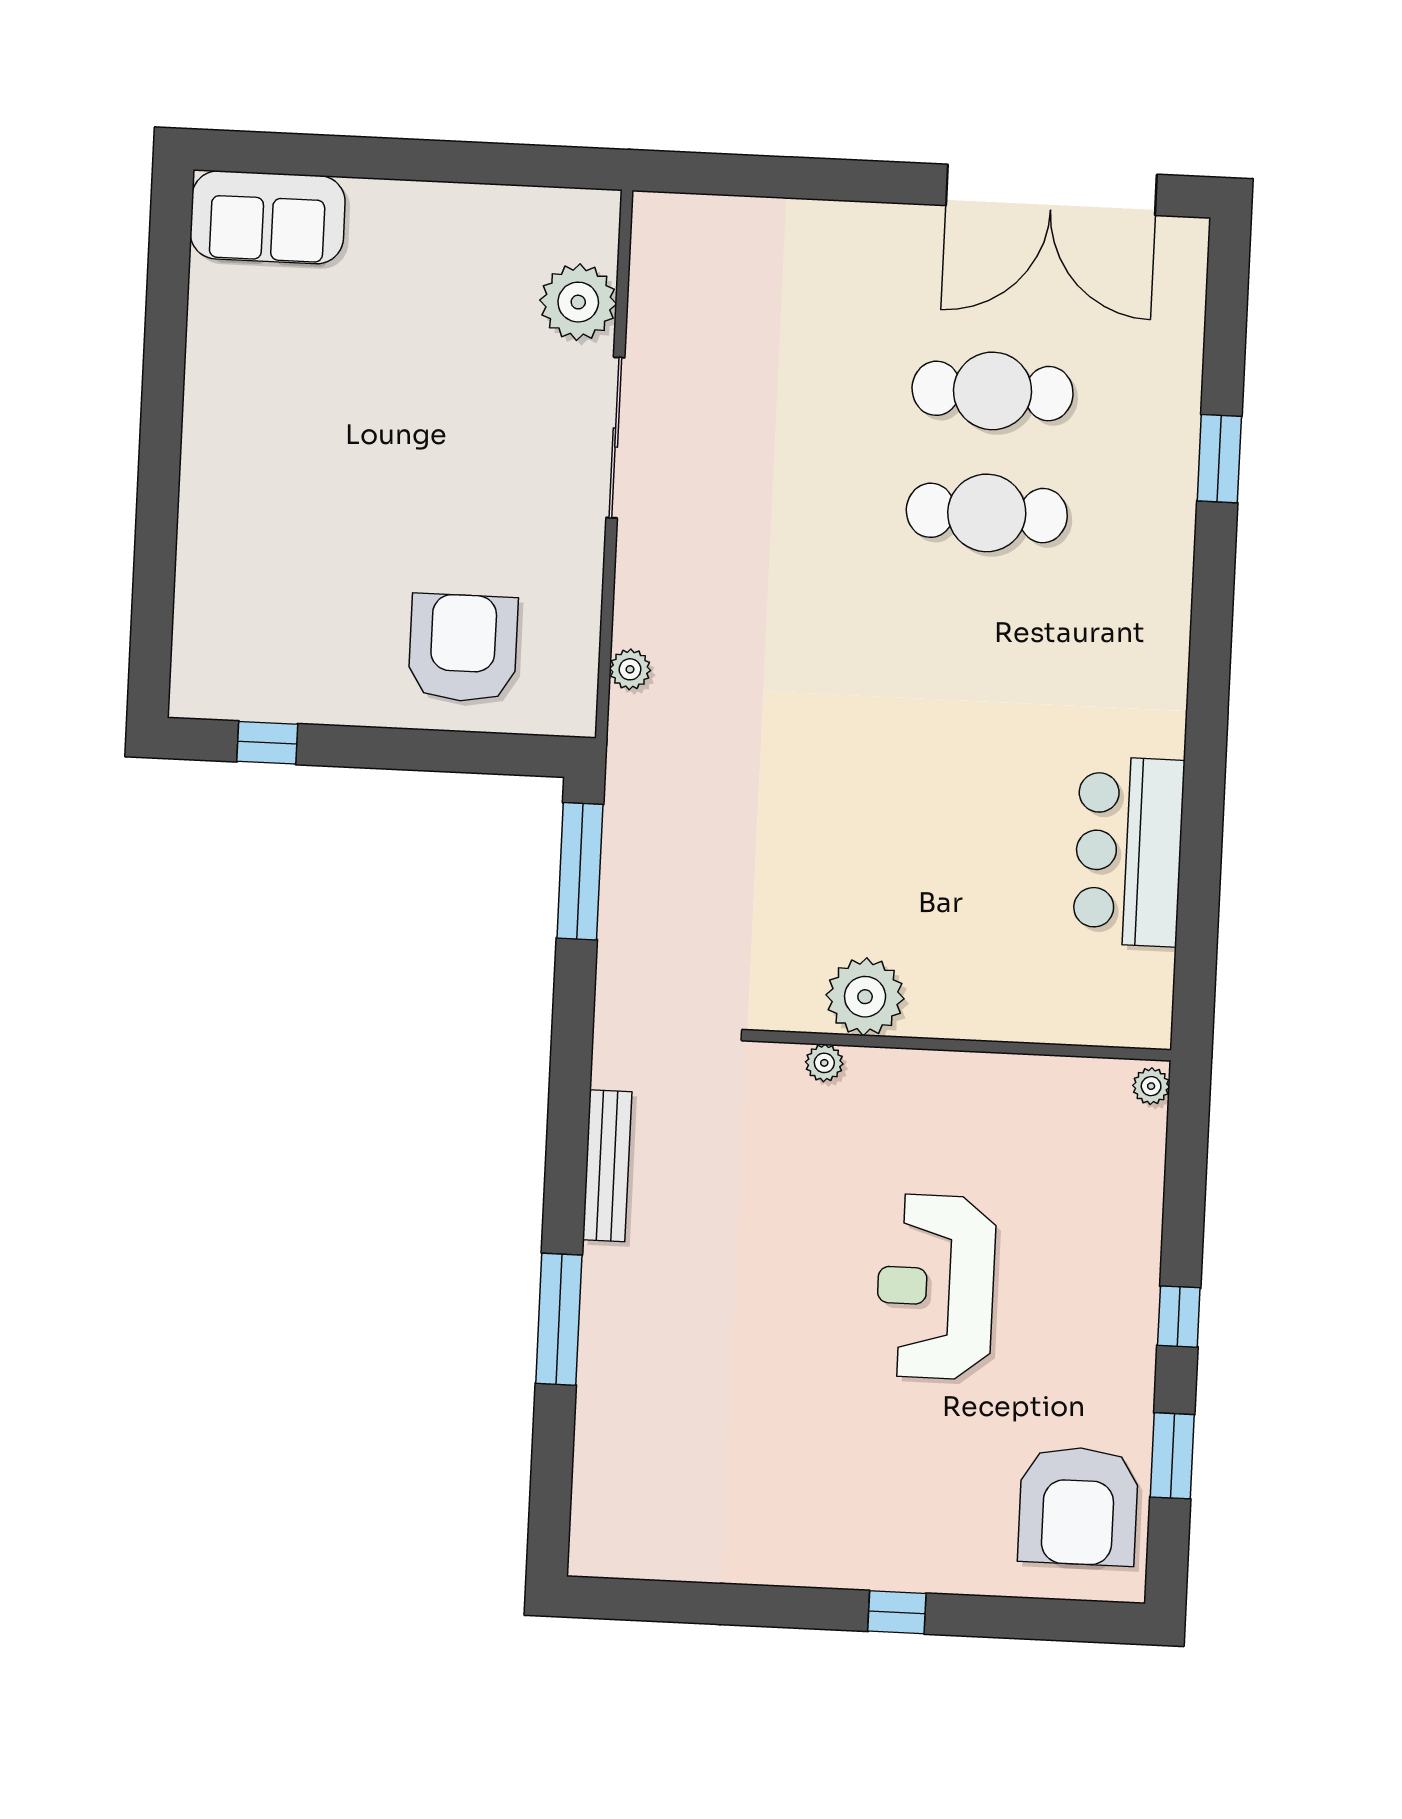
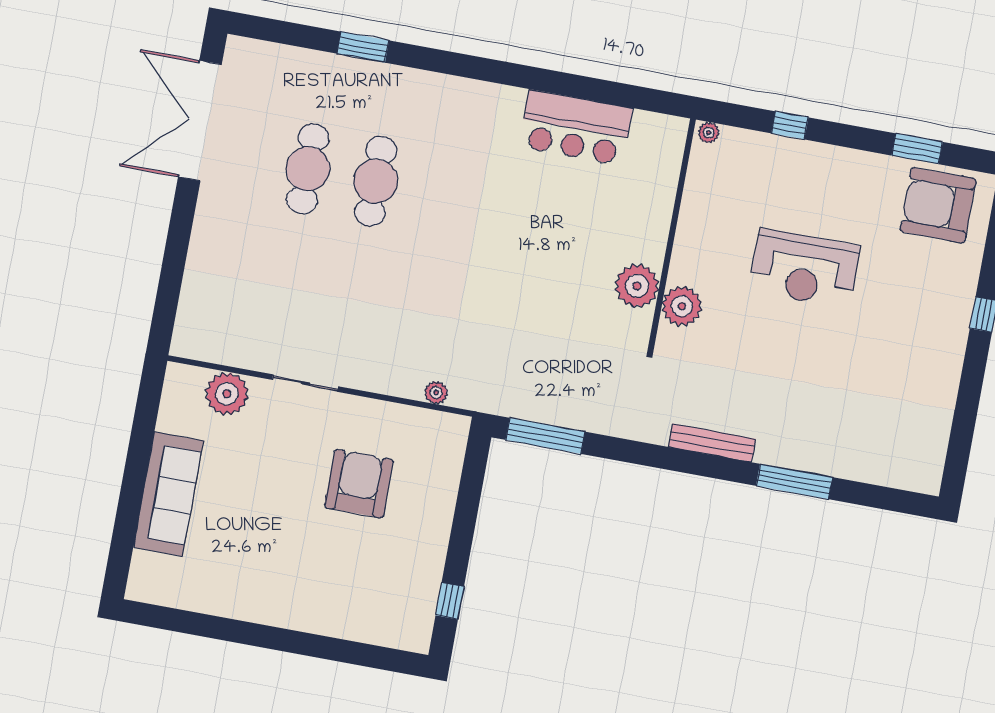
double door: (1051, 190) -> (200, 121), swing flipped
sofa: (268, 217) -> (168, 494), moved, width x1.36
sliding door: (615, 438) -> (305, 383), width x0.73
armchair: (463, 648) -> (359, 484), moved, turned 90
plant: (824, 1063) -> (682, 306), width x1.88, depth x1.88
window: (1179, 1317) -> (790, 125), moved
armchair: (1078, 1506) -> (938, 205), turned 180

